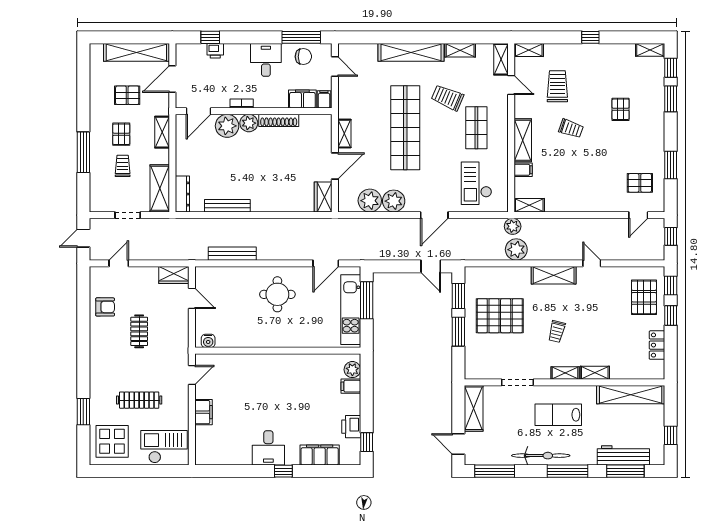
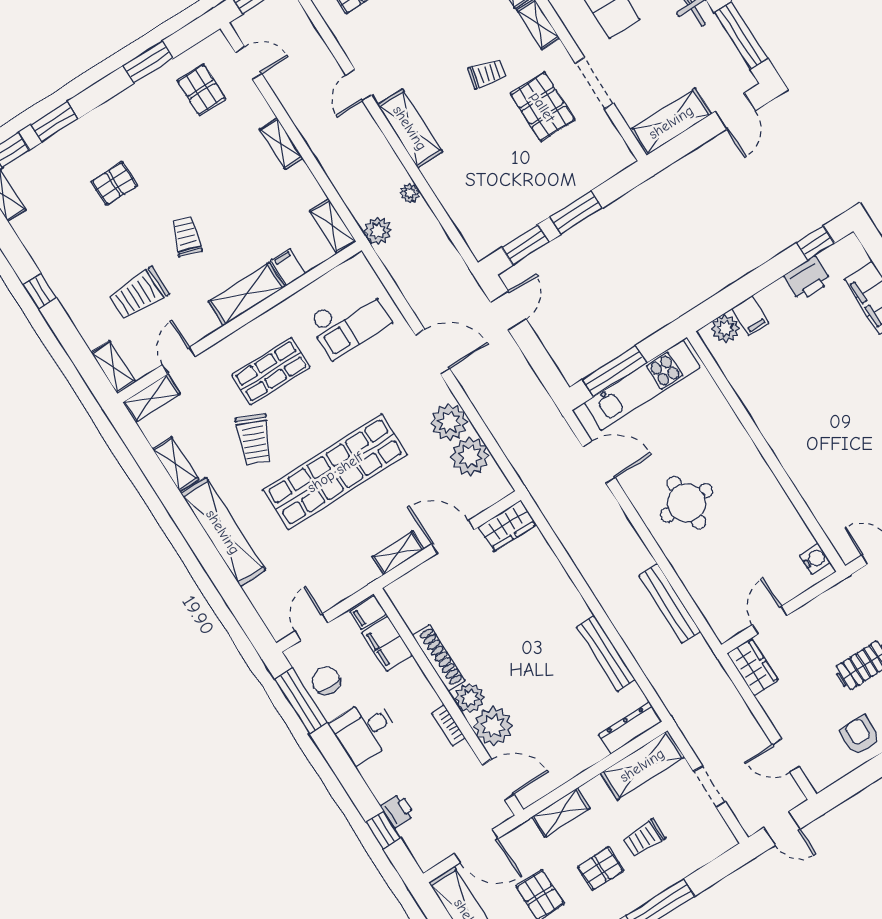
shelving: (587, 206) -> (281, 143), added
plant: (516, 250) -> (410, 193), width x0.53, depth x0.53
pallet: (500, 316) -> (543, 107), moved, width x0.73, depth x0.71

